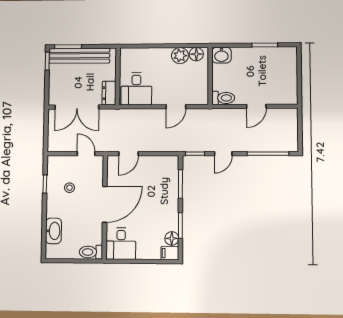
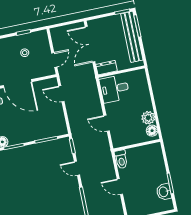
washbasin: (221, 55) -> (164, 192), moved

